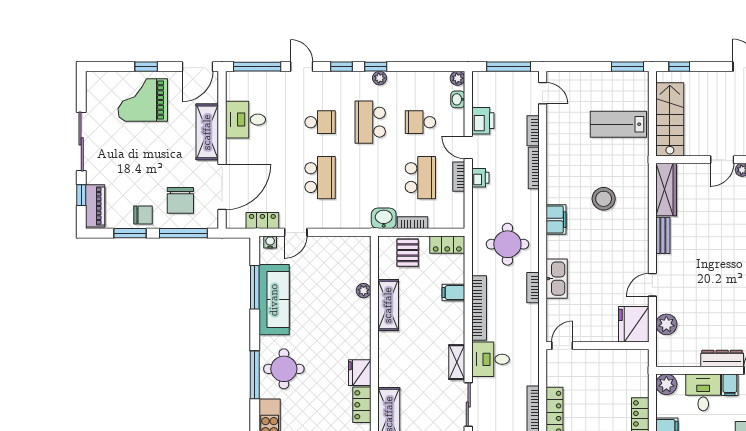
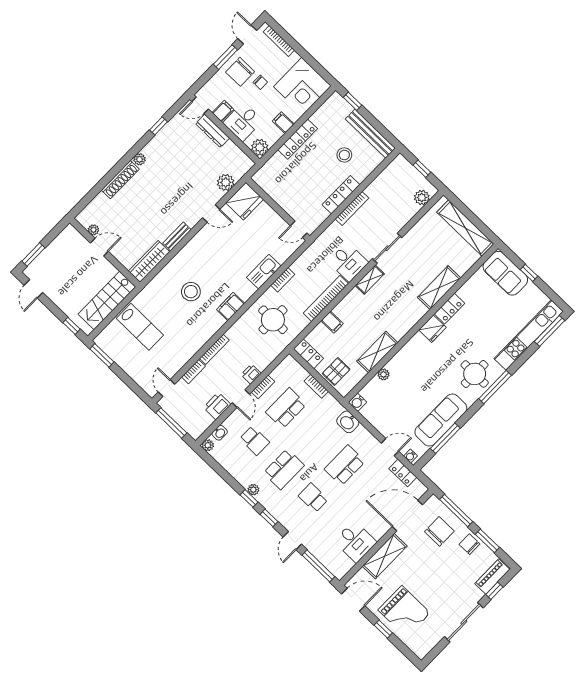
washbasin: (384, 218) -> (348, 422), moved
water cooler: (363, 244) -> (358, 402), added

